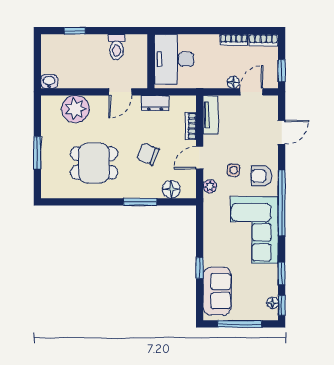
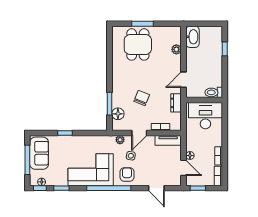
toilet: (117, 47) -> (214, 92), moved
washbasin: (49, 82) -> (192, 37), width x1.91, depth x1.45
door: (120, 92) -> (184, 80), hinge flipped
plant: (75, 109) -> (176, 49), width x0.53, depth x0.53
door: (200, 158) -> (139, 133), swing flipped
dining table: (94, 163) -> (138, 44), moved
window: (140, 202) -> (110, 104), moved
sofa: (217, 291) -> (39, 153), moved, turned -90

